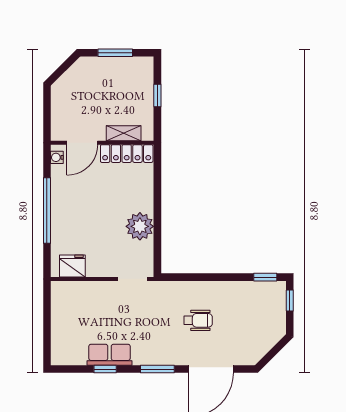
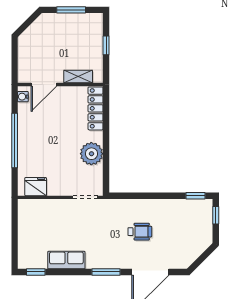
locker: (127, 154) -> (96, 108), moved, turned 90
window: (105, 369) -> (36, 272), moved

